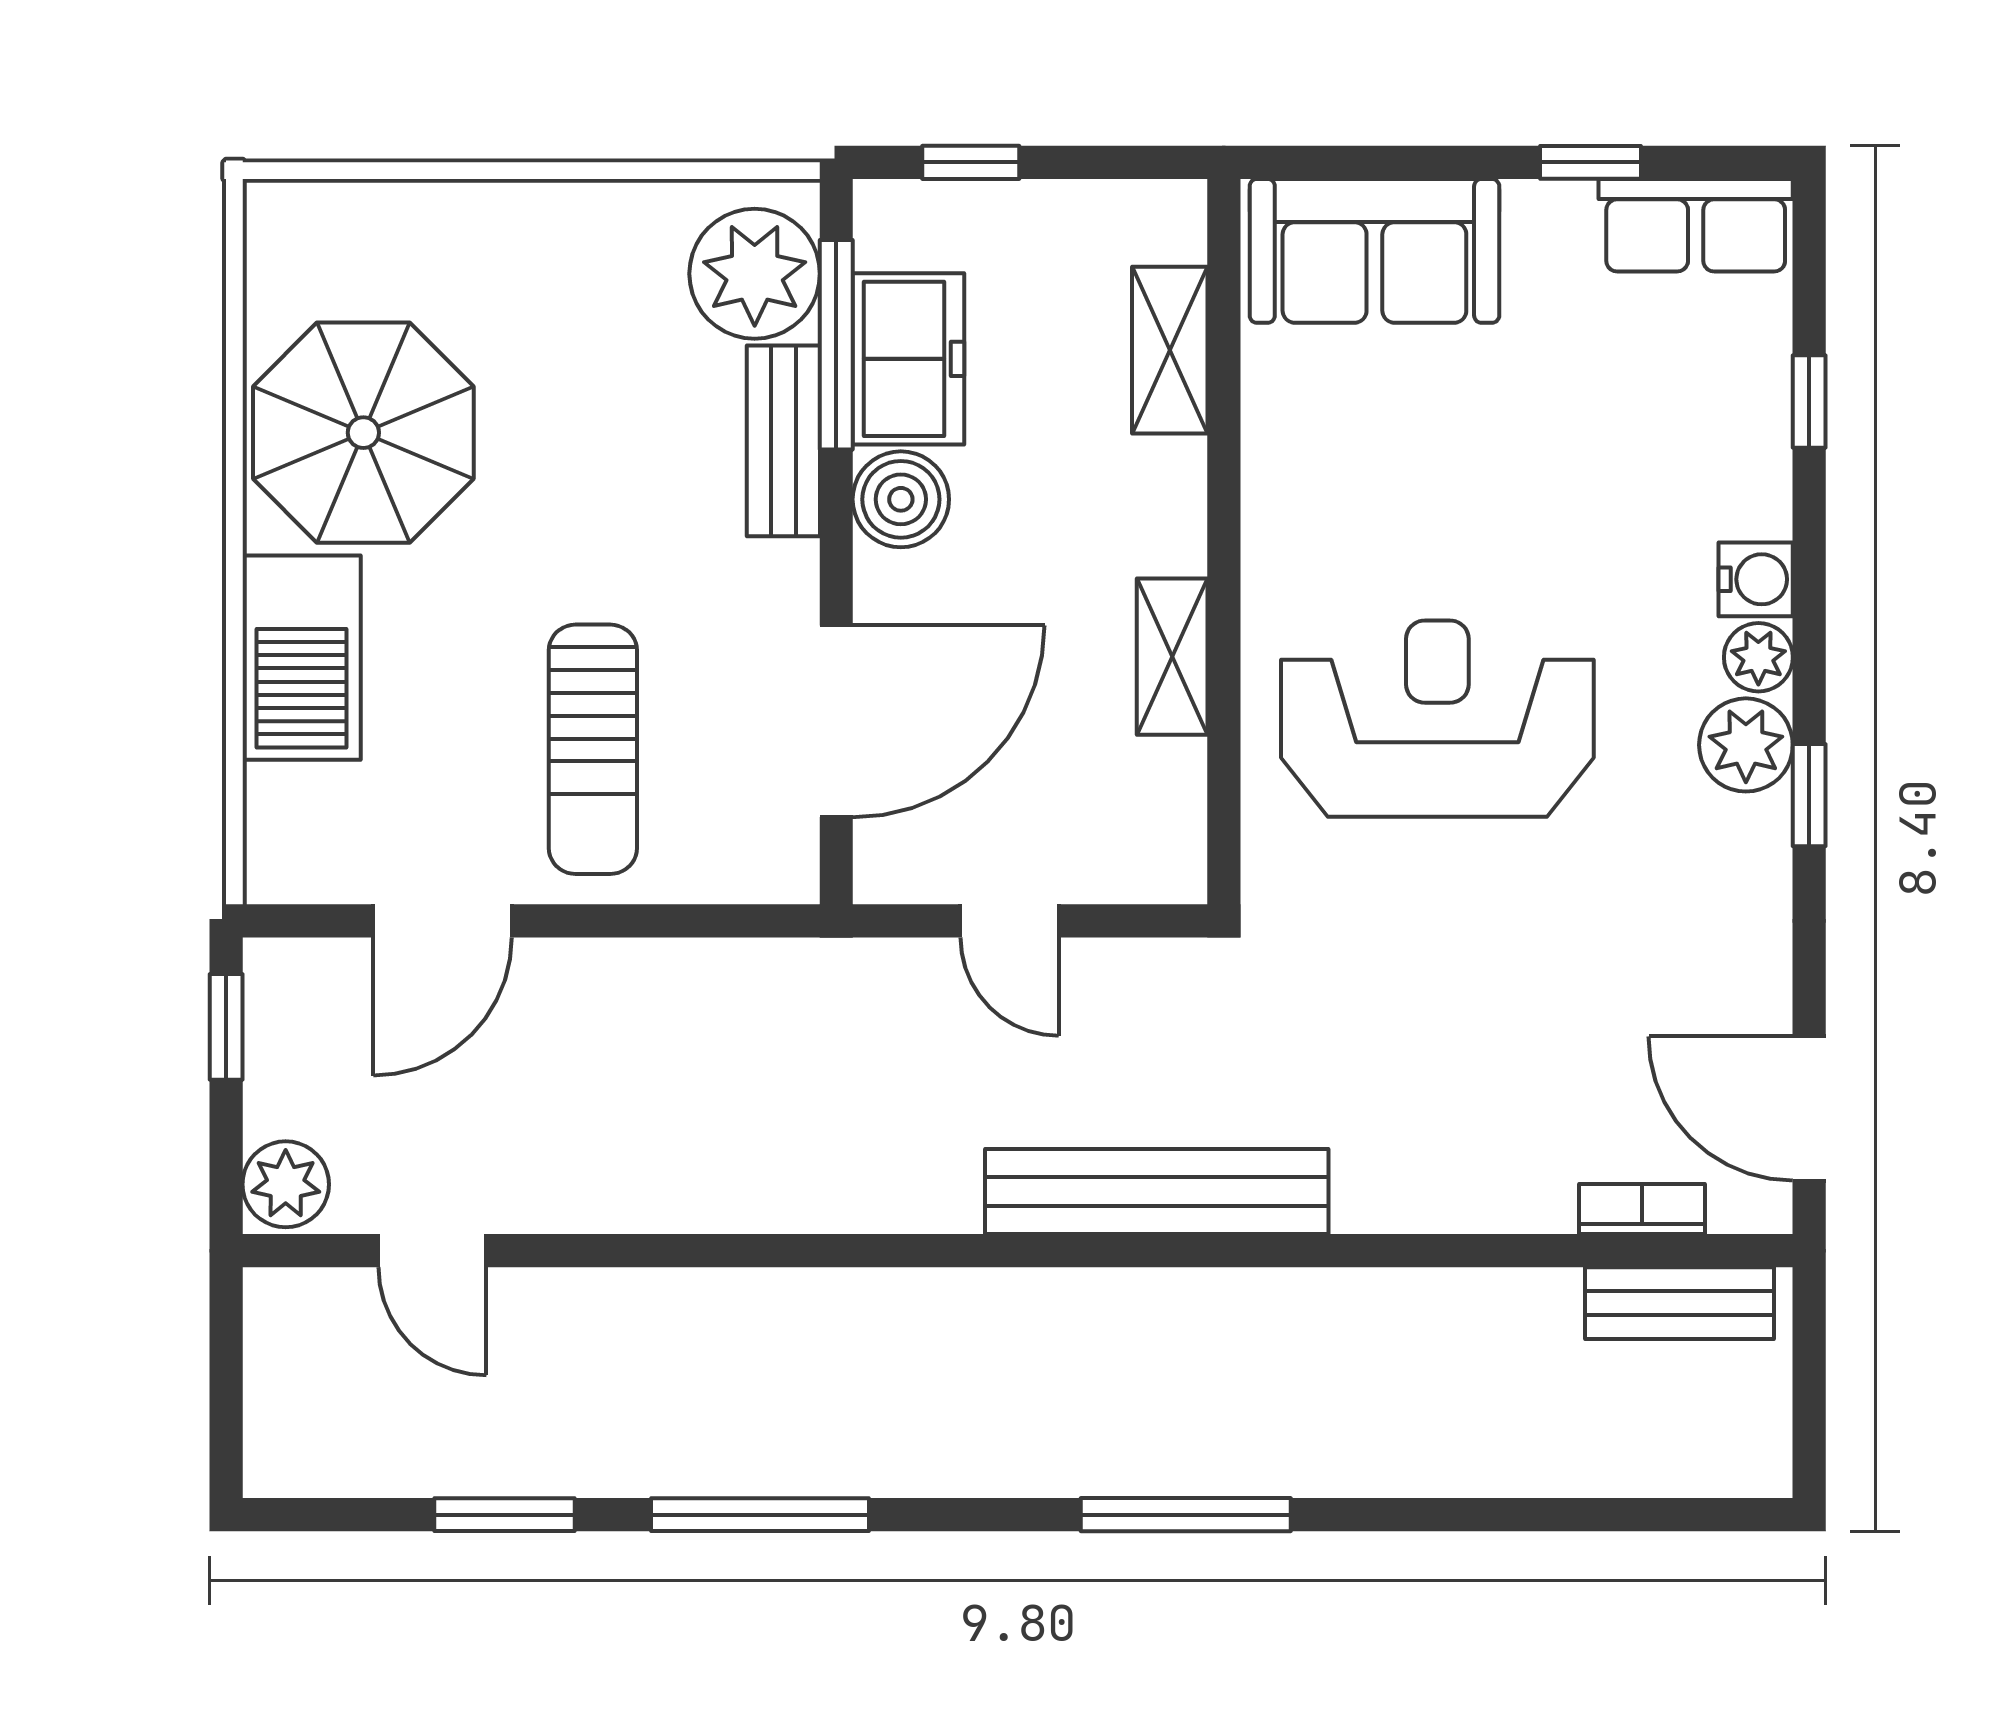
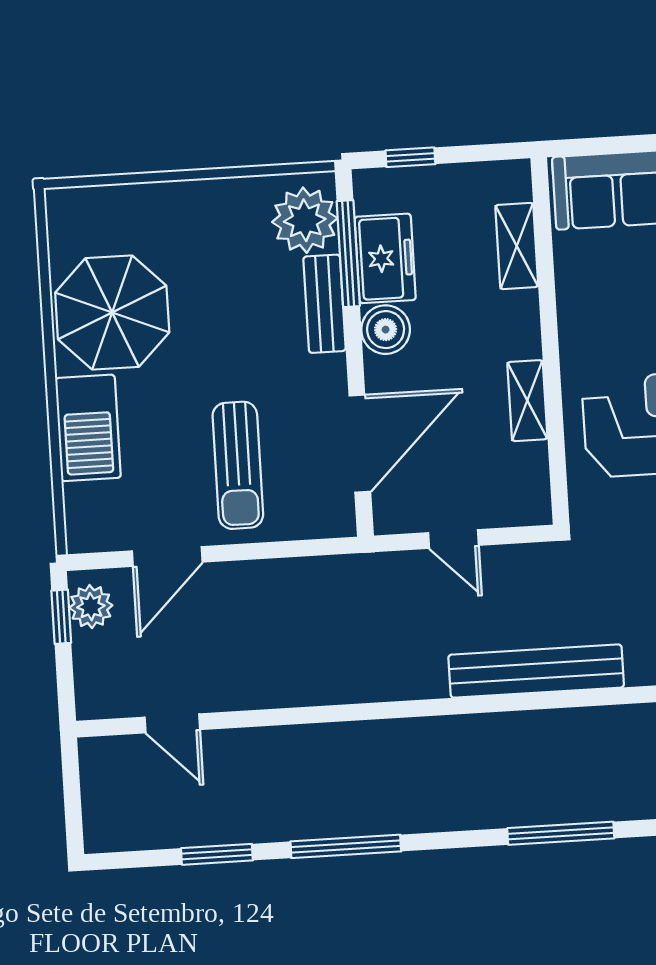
plant: (286, 1184) -> (91, 607), moved

